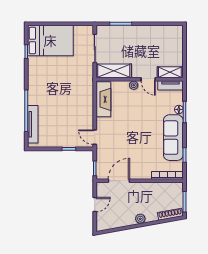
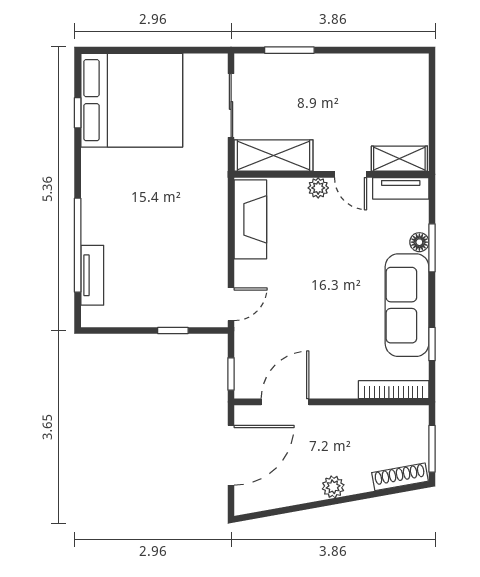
bed: (50, 40) -> (132, 100), width x1.36
tv unit: (33, 124) -> (92, 275), width x0.71
door: (95, 137) -> (231, 304), swing flipped
door: (95, 205) -> (231, 455), width x1.88

